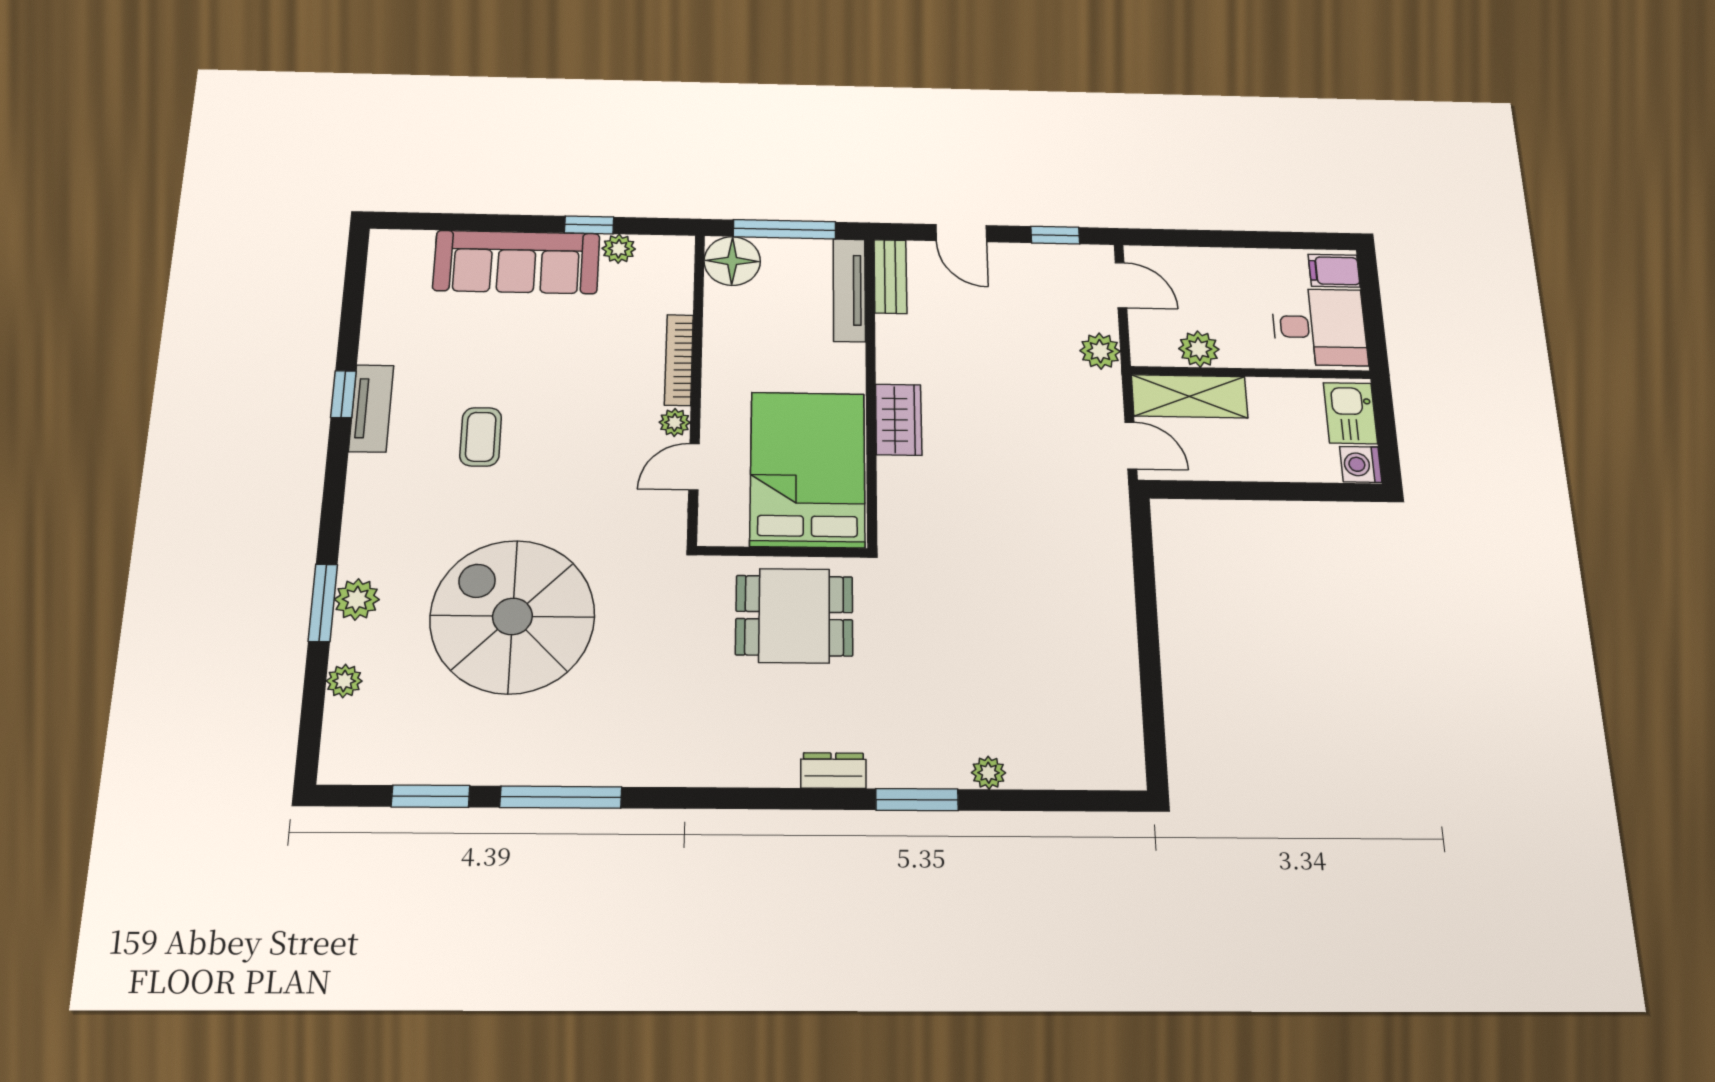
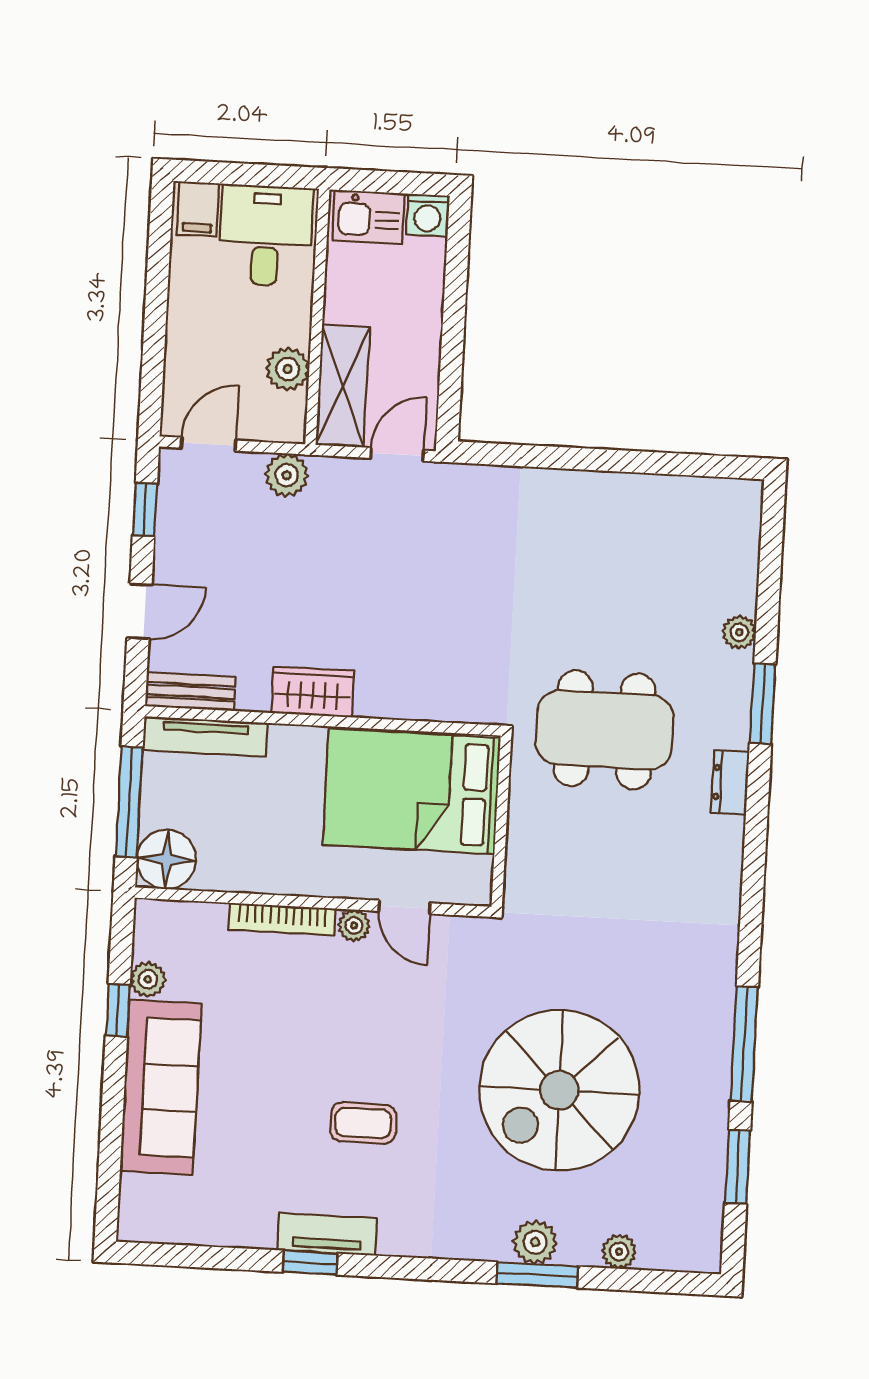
wardrobe: (899, 420) -> (313, 692), moved
dining table: (794, 616) -> (605, 730), moved, width x1.38

